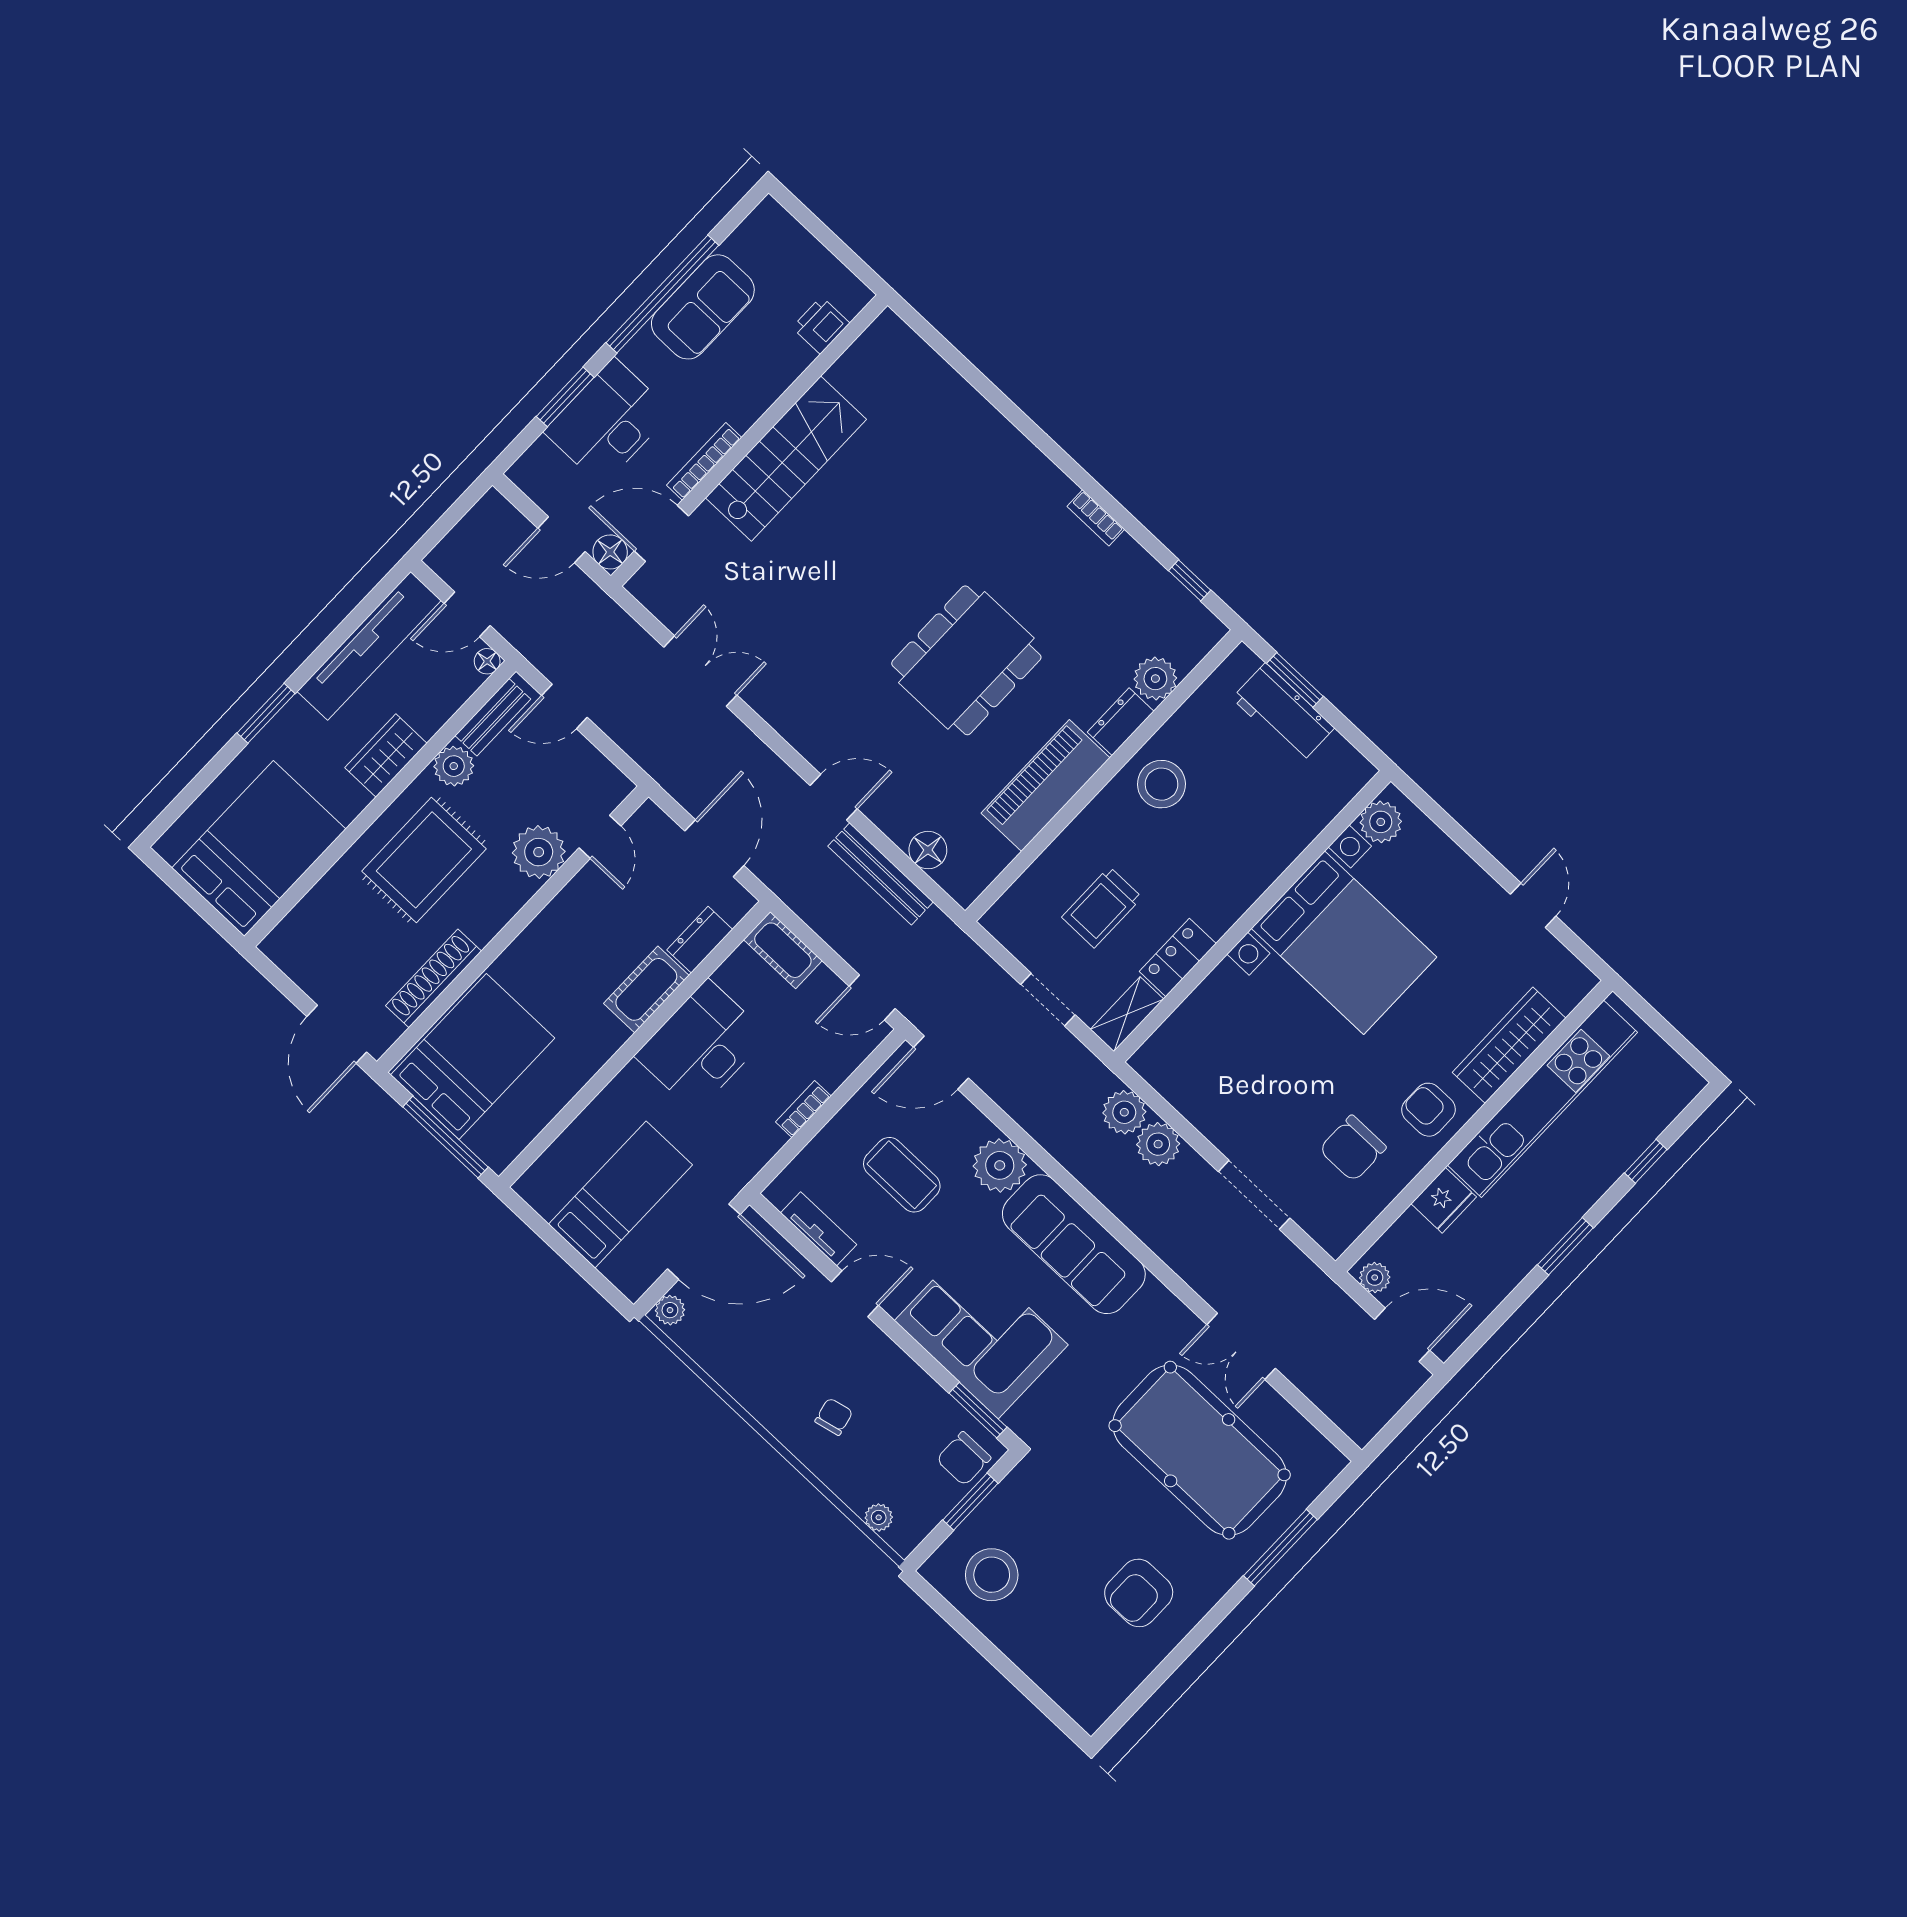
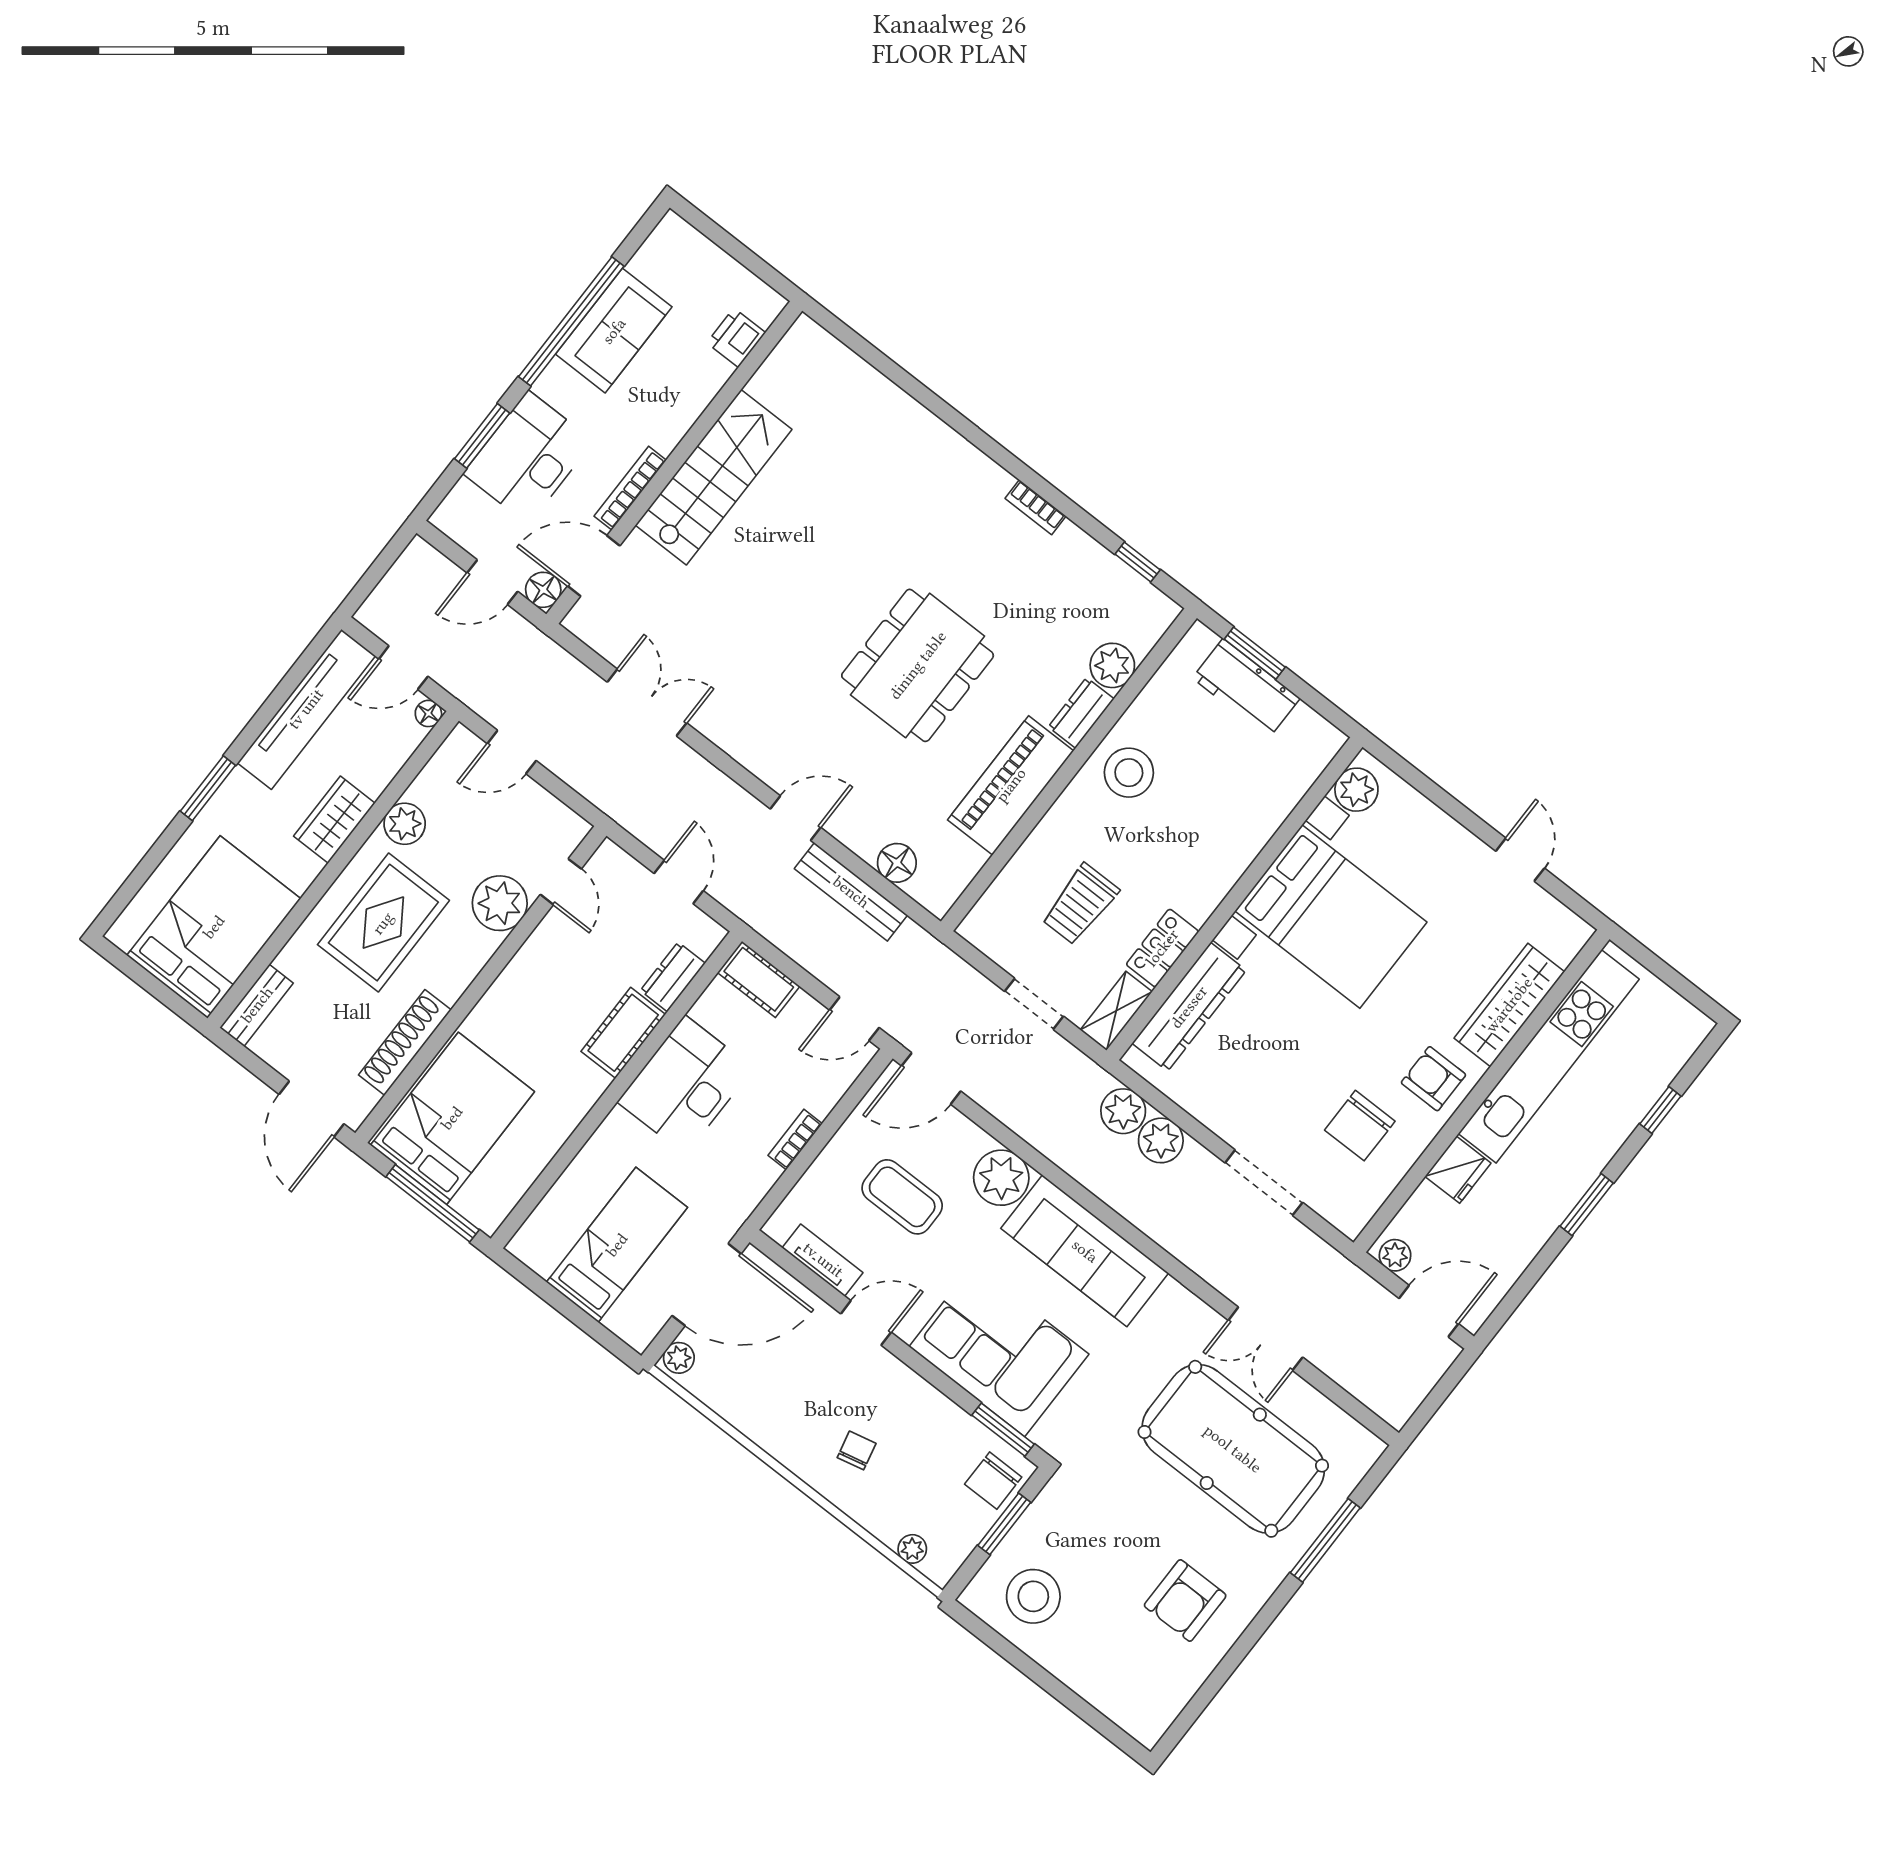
bench: (493, 717) -> (257, 1005), moved
door: (714, 848) -> (679, 882), width x0.73
dresser: (1198, 1017) -> (1189, 1007), added

